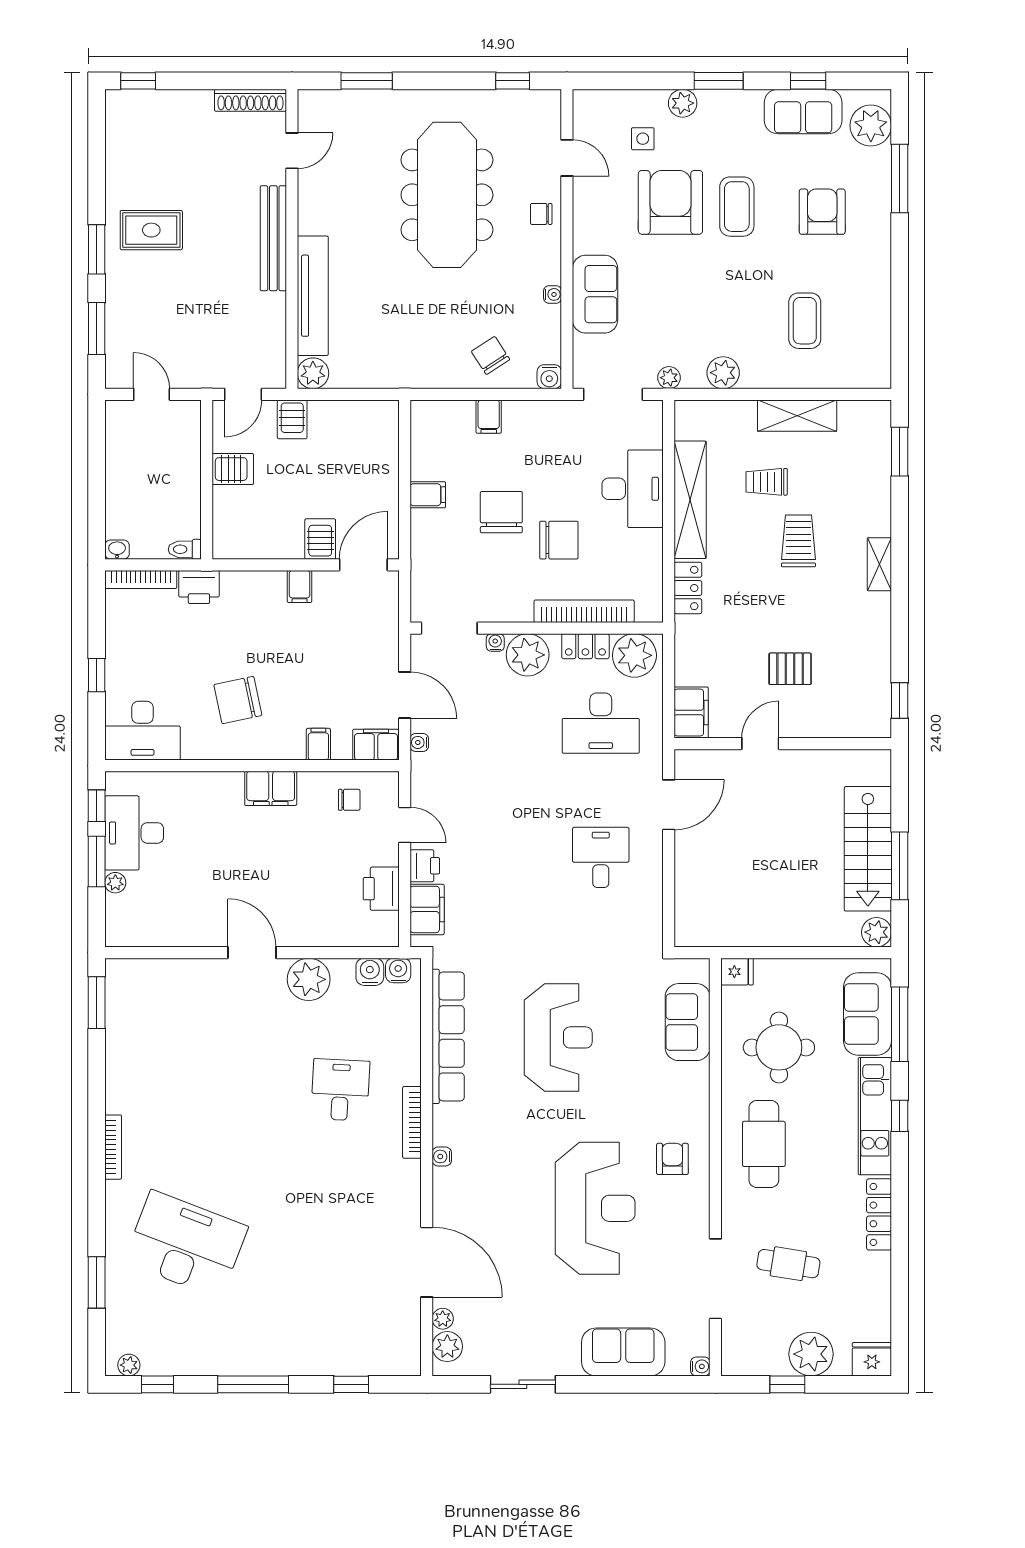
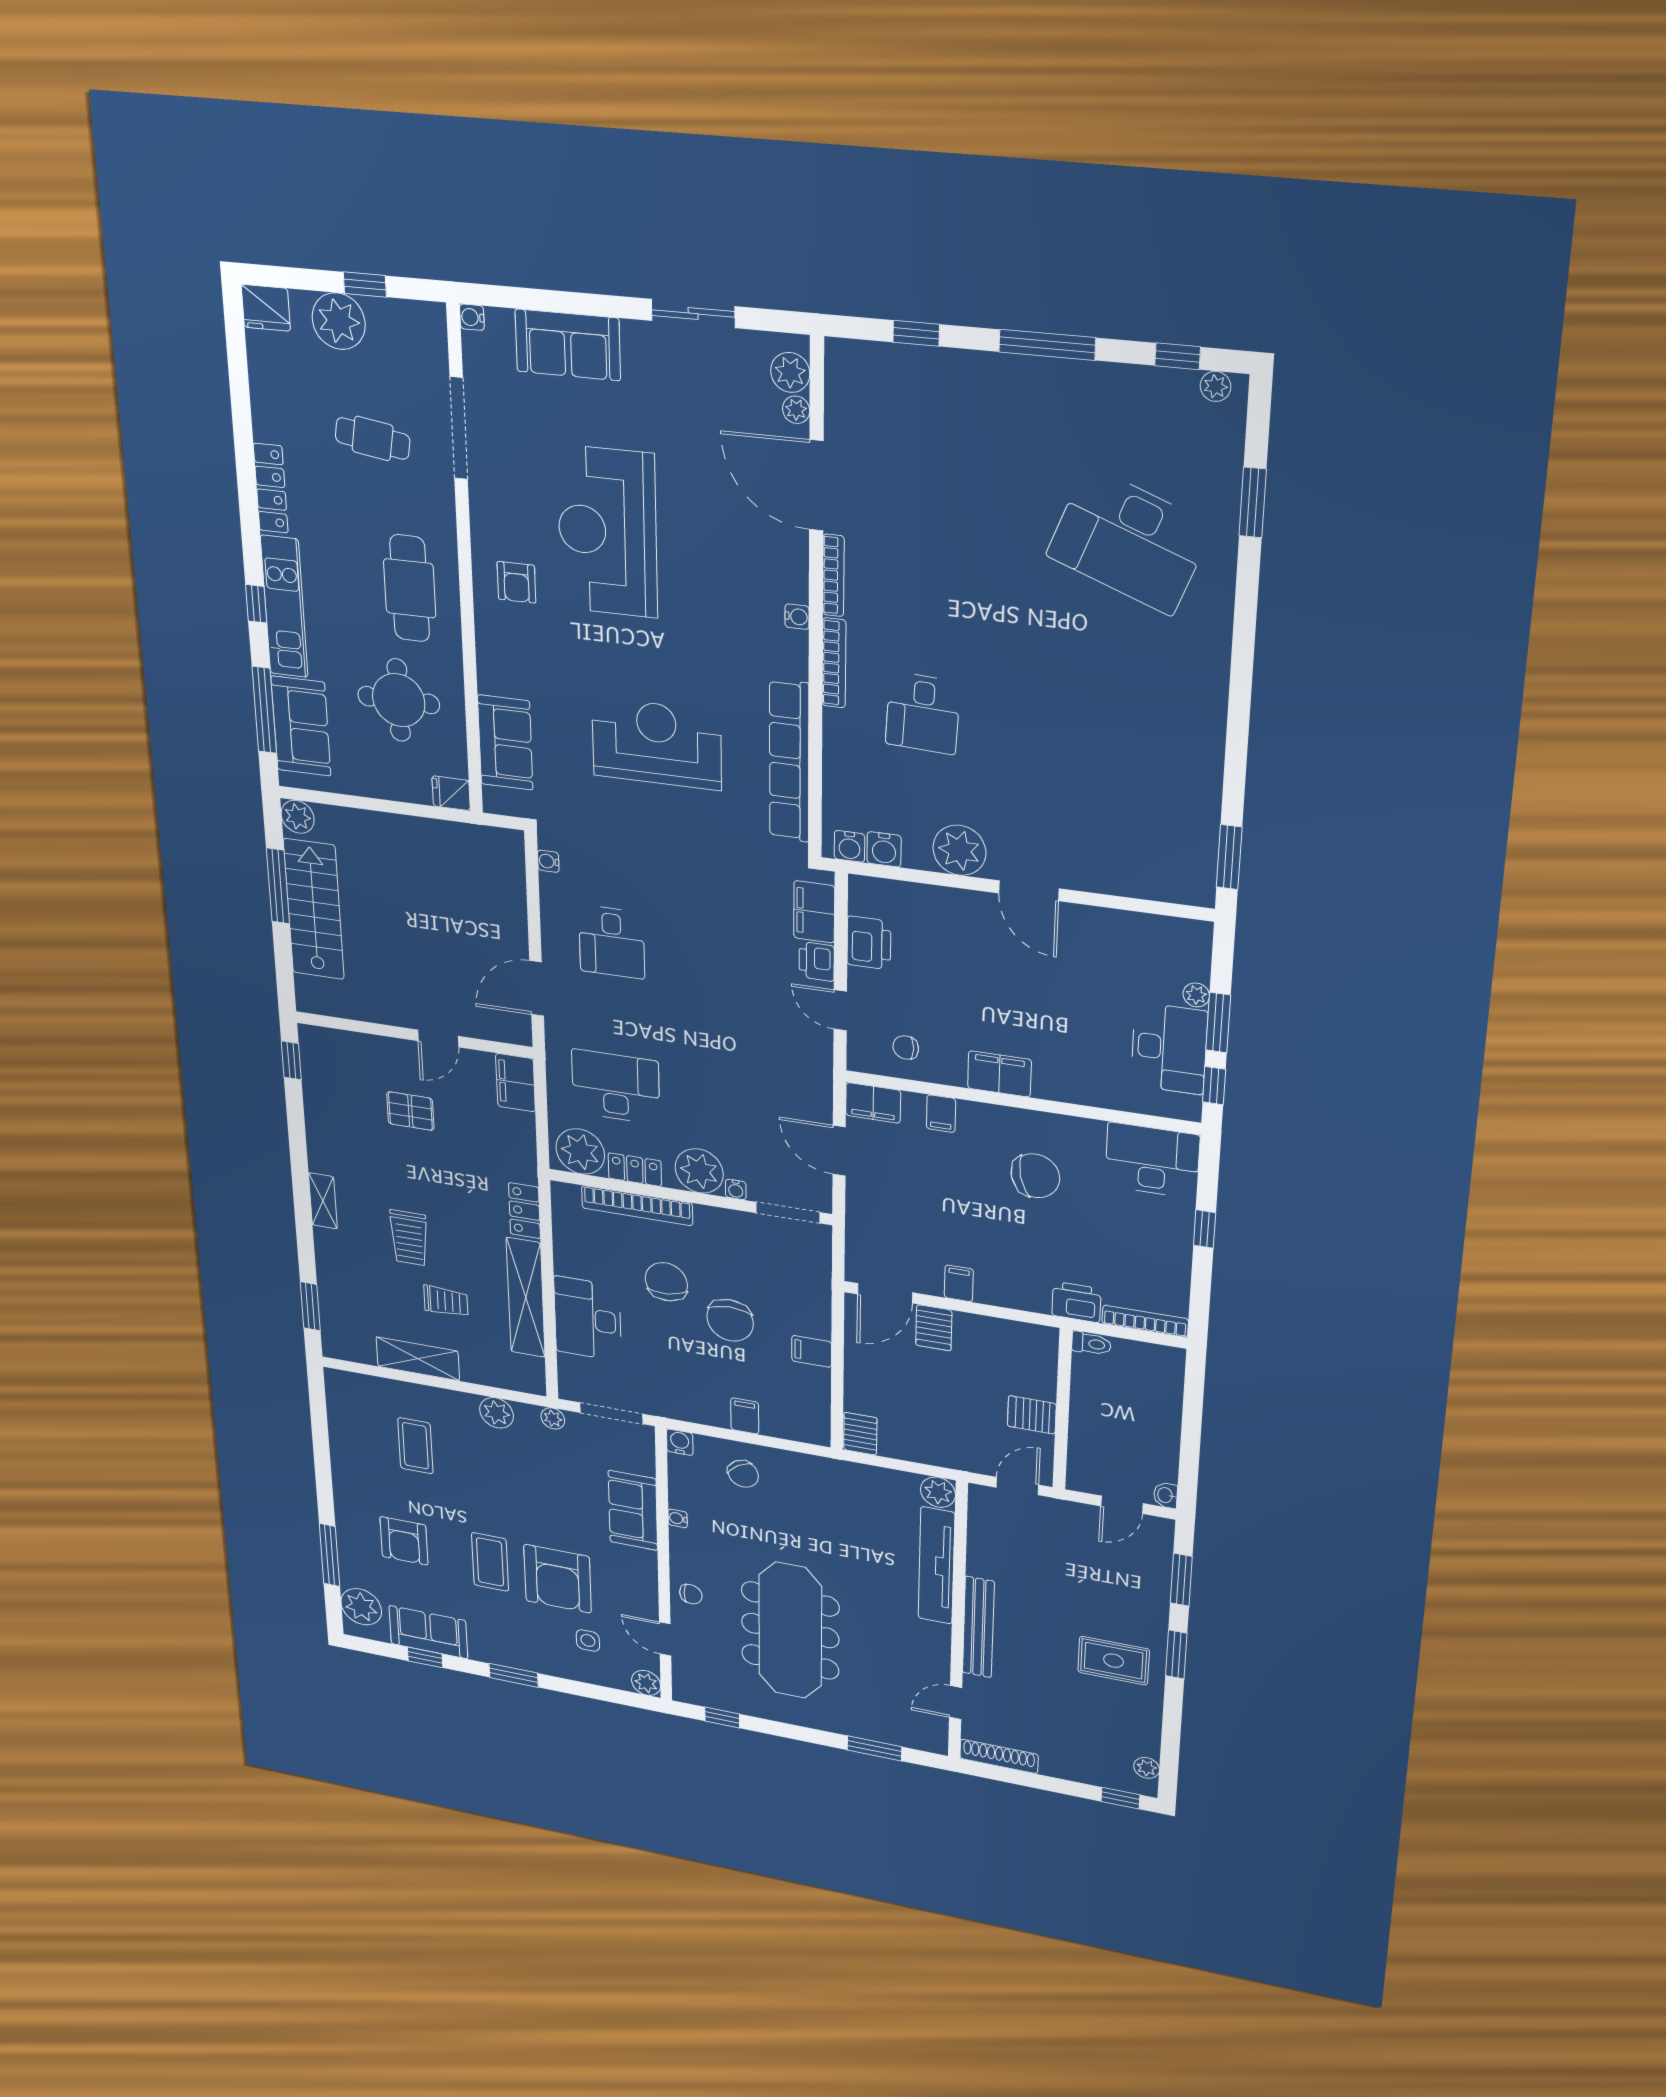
plant: (683, 103) -> (646, 1683), moved
plant: (116, 120) -> (1147, 1768), added
door: (152, 394) -> (1122, 1505), hinge flipped
server rack: (292, 419) -> (860, 1434), moved
chair: (559, 540) -> (666, 1282), turned 84
washbasin: (117, 550) -> (1166, 1495), moved, turned 90
water cooler: (419, 742) -> (548, 861), moved, turned 180
reception desk: (558, 1037) -> (657, 744), turned 90
bookcase: (113, 1147) -> (833, 575), moved, turned 180

